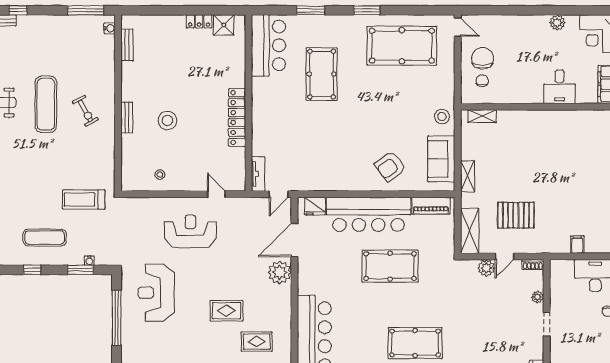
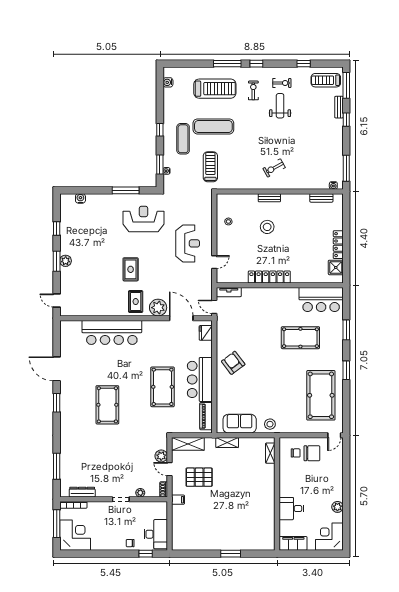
locker: (199, 21) -> (338, 245), width x1.53
exercise mat: (46, 104) -> (213, 126), moved
armchair: (390, 166) -> (233, 363), moved
bar counter: (369, 214) -> (200, 379), width x0.73
pallet: (516, 215) -> (199, 477), turned 90
filing cabinet: (577, 245) -> (178, 500), moved
window: (116, 318) -> (126, 190), width x0.68
rug: (257, 342) -> (136, 302), moved

